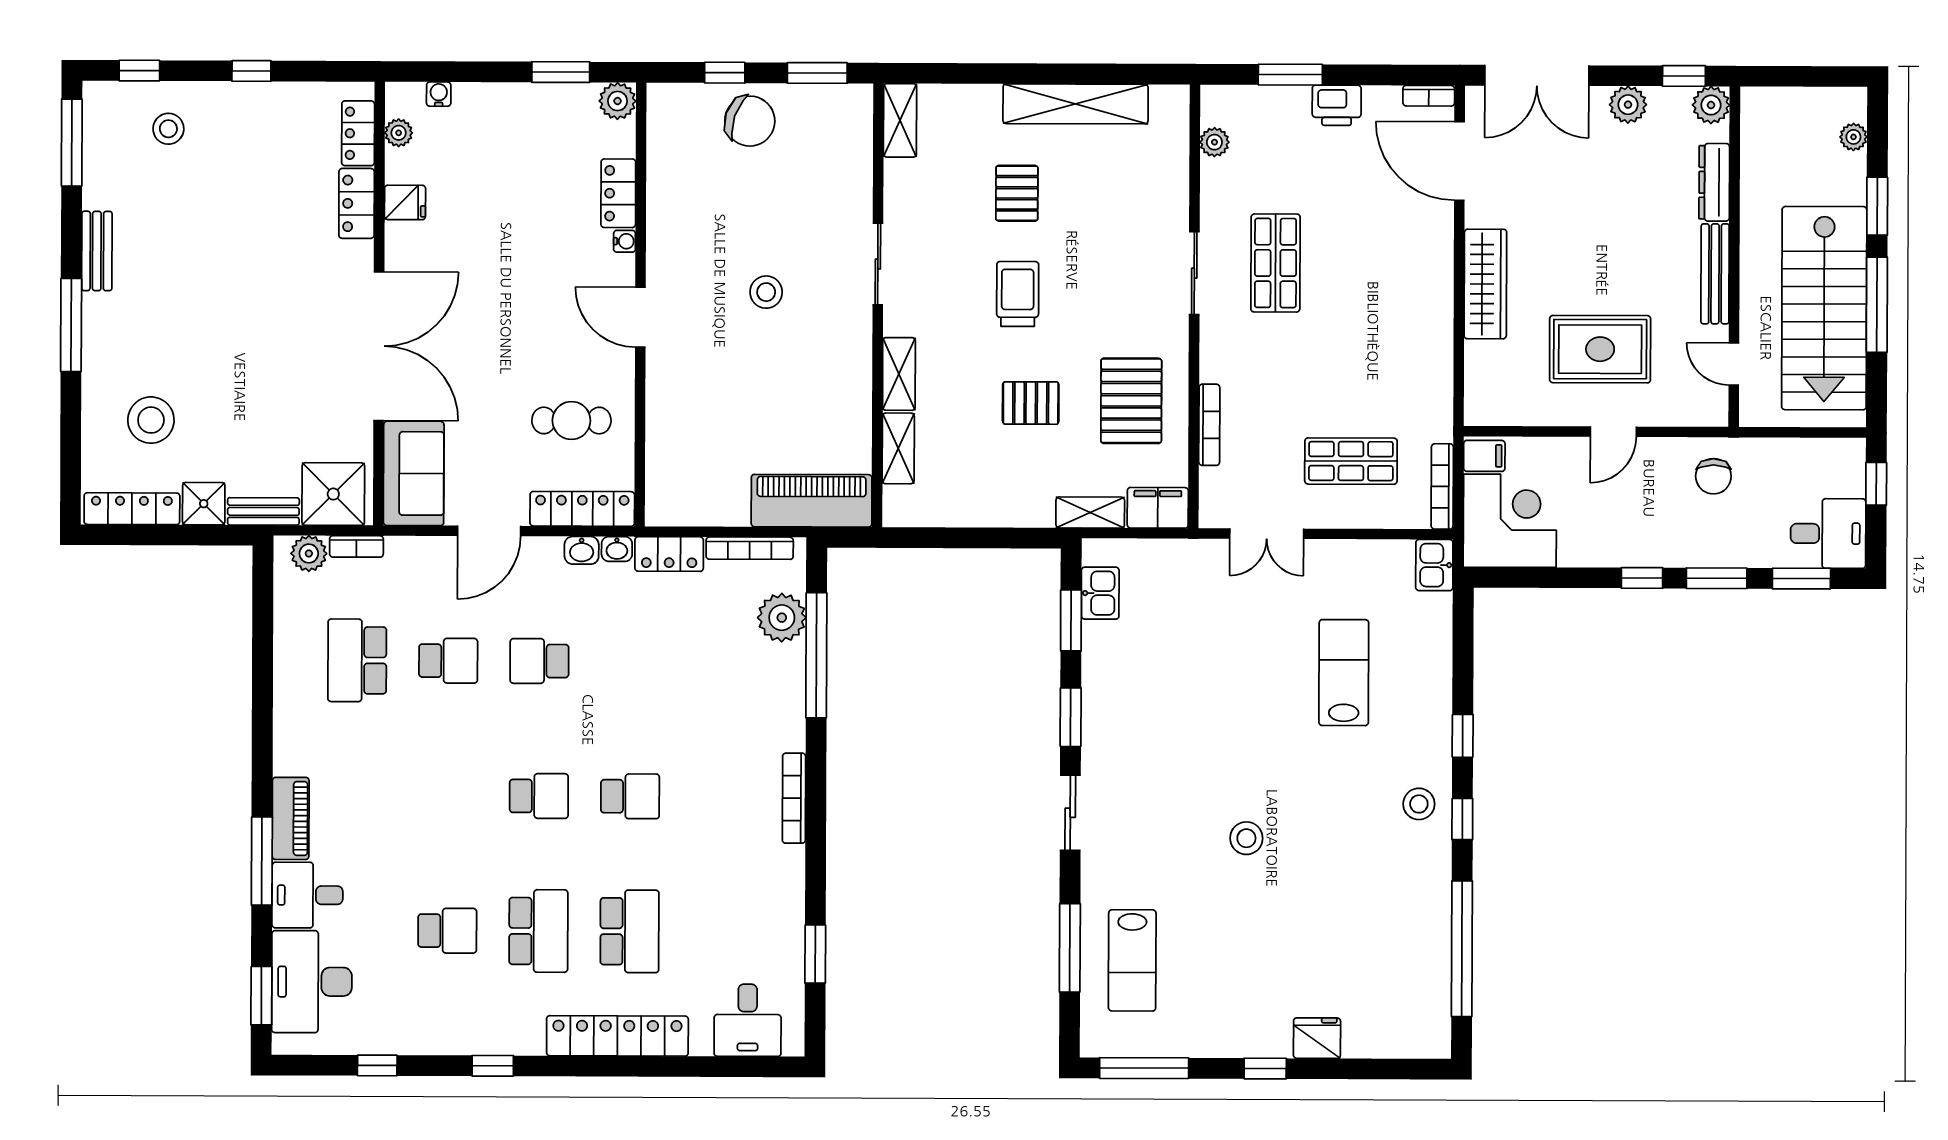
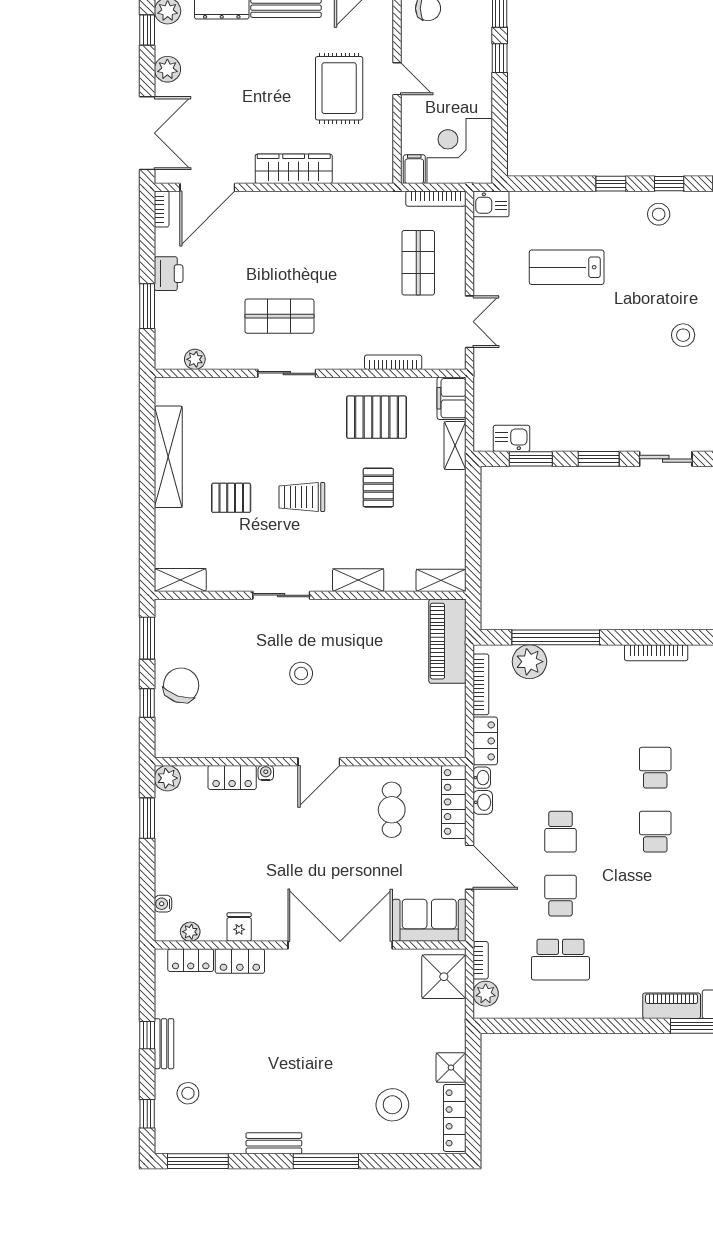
shelving: (898, 448) -> (441, 580), moved
bench: (263, 511) -> (164, 1044), moved

